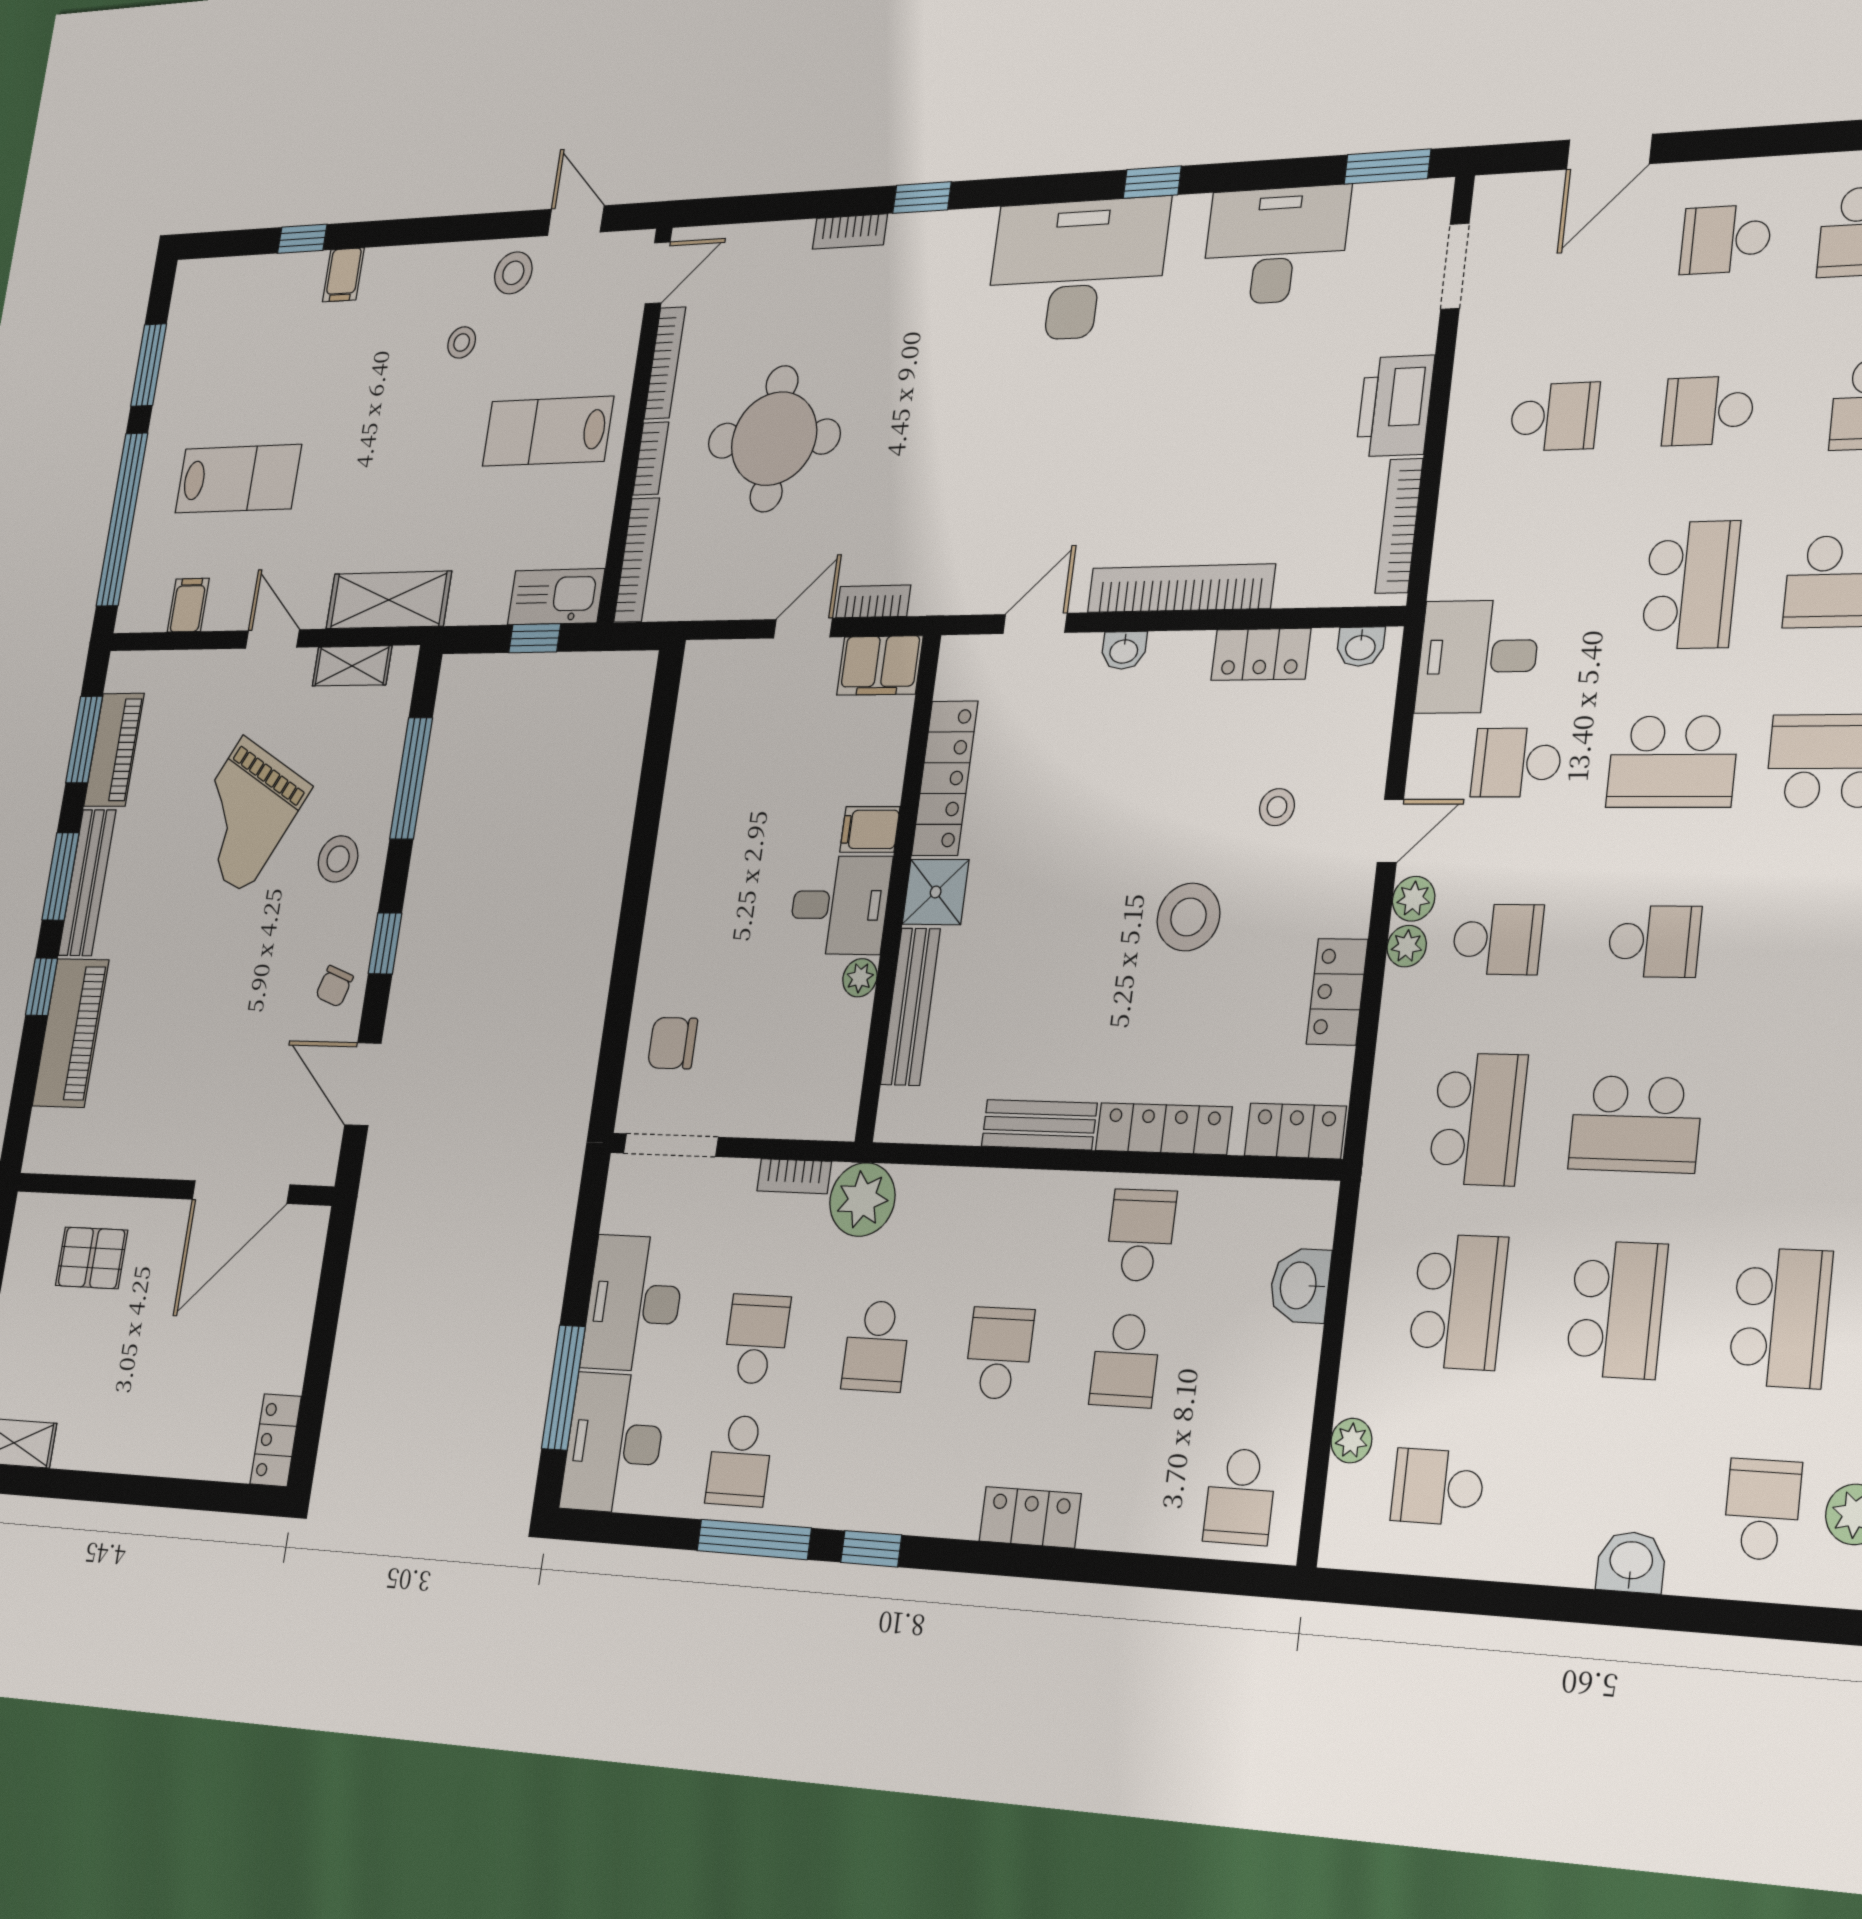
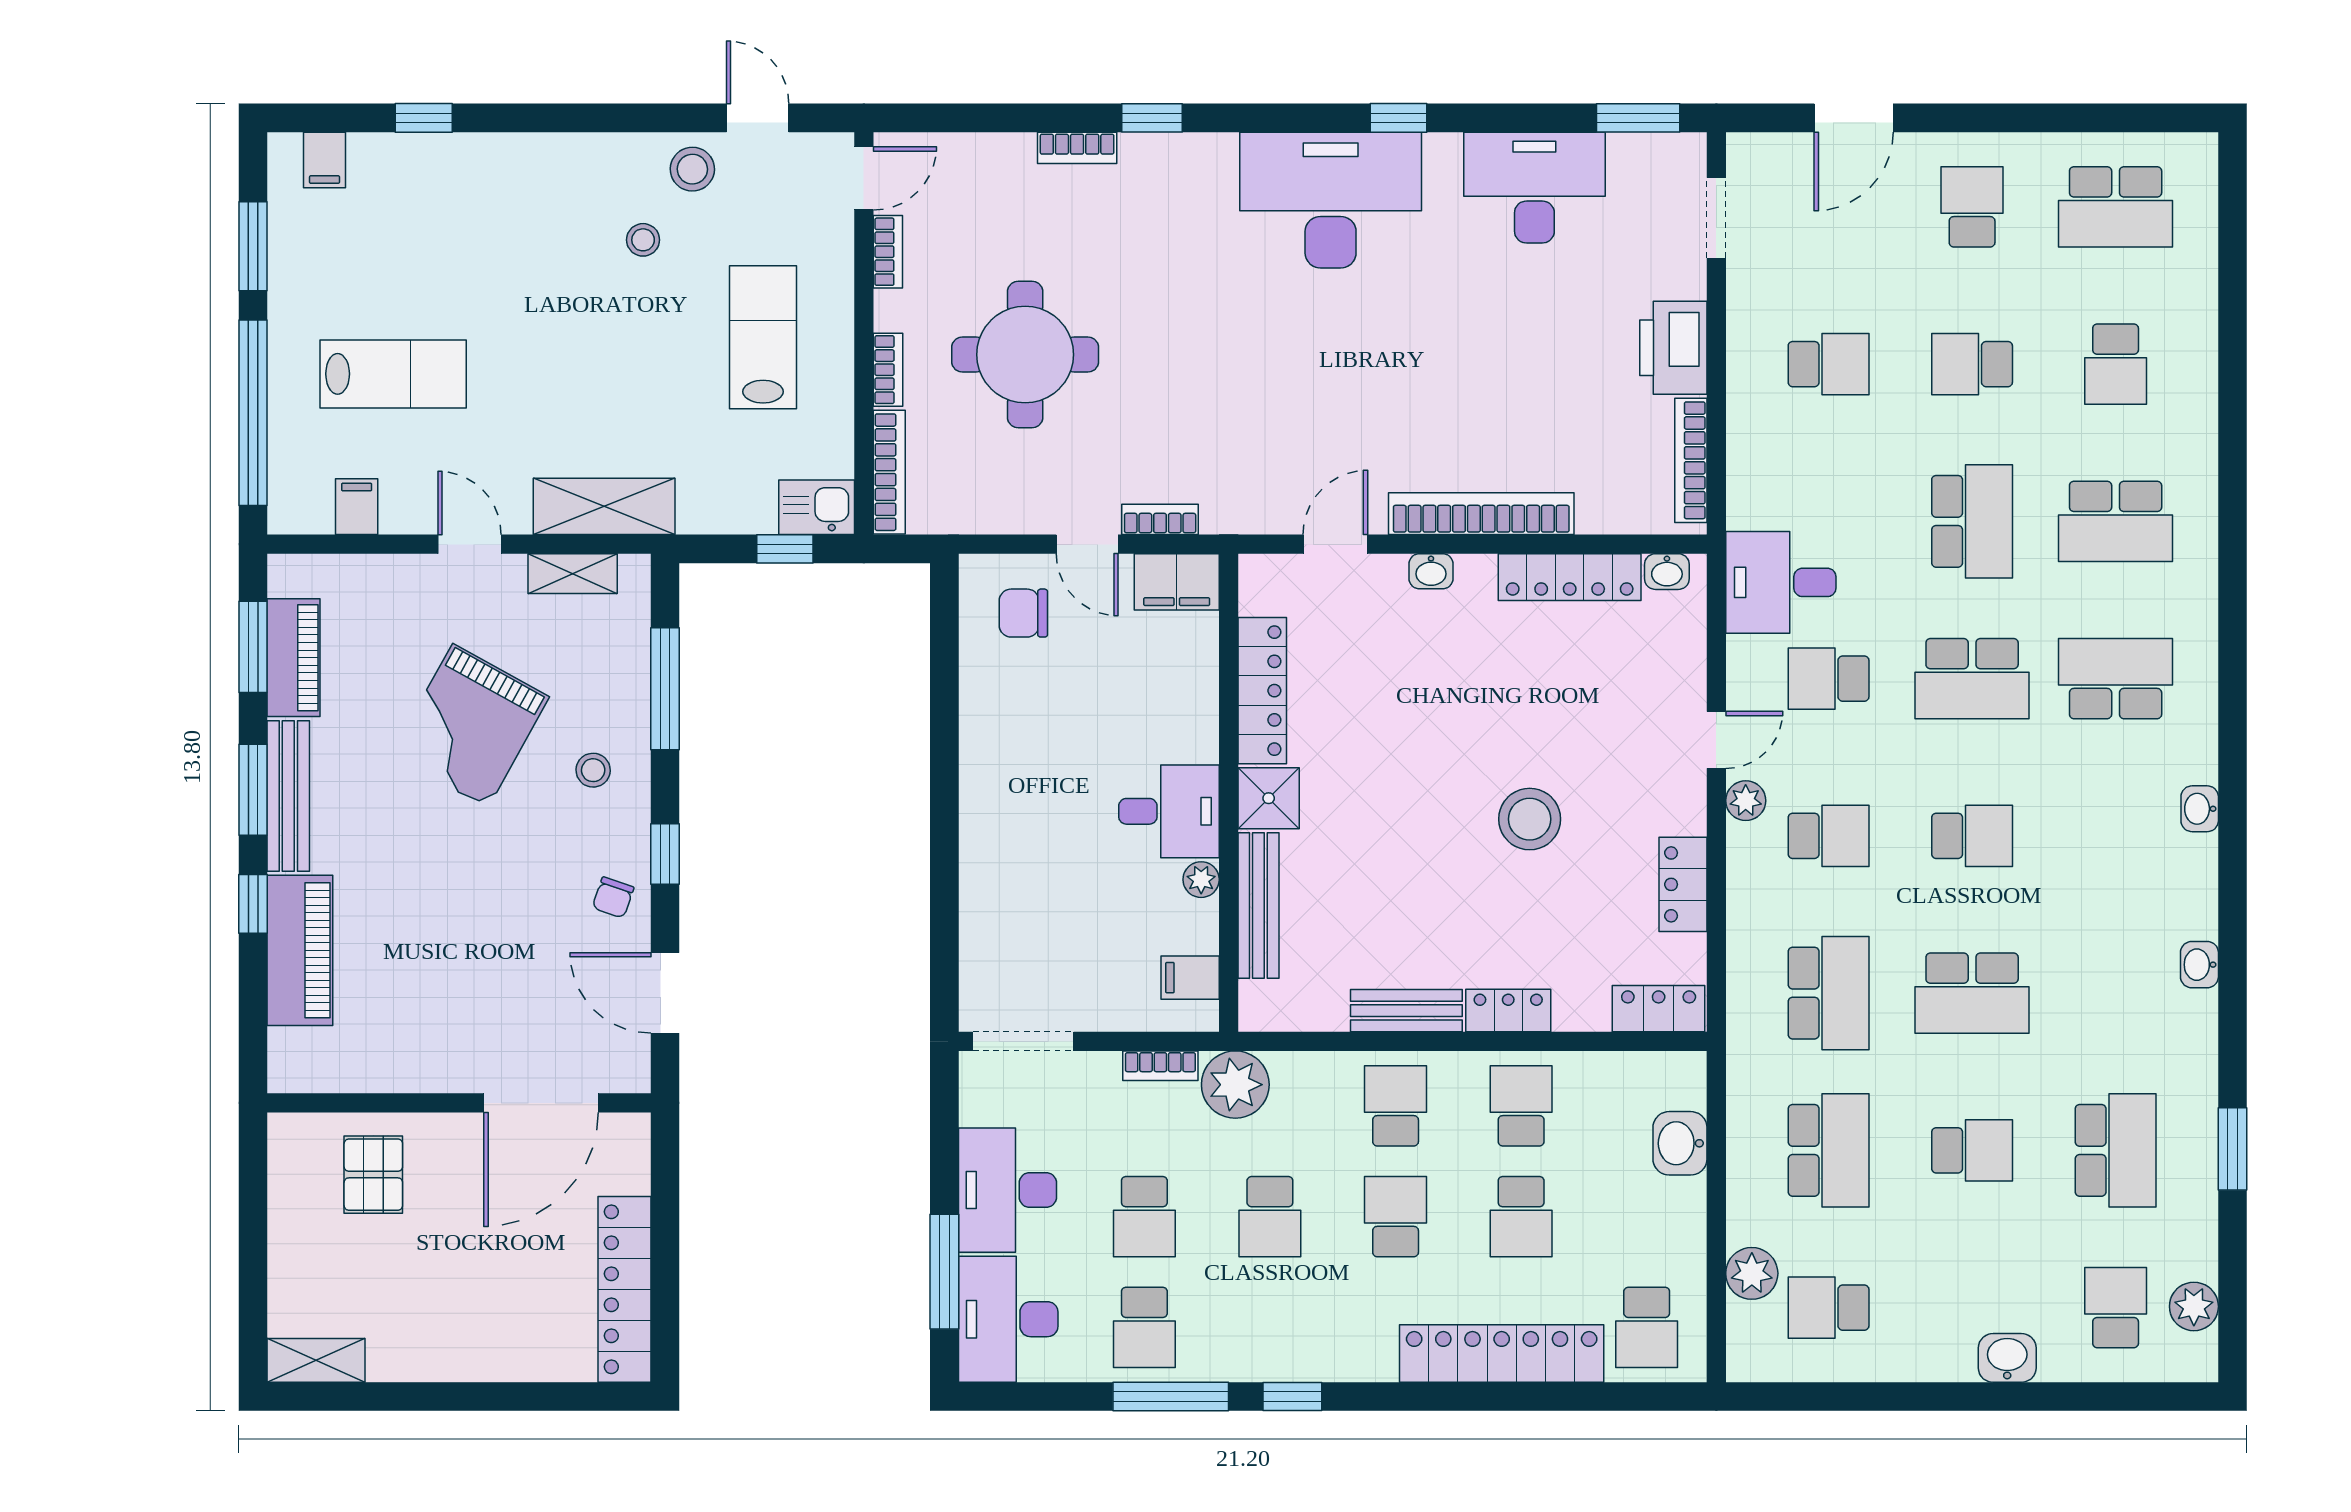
school desk: (1726, 239) -> (1972, 207), turned 90
filing cabinet: (343, 275) -> (325, 160), moved
bookcase: (665, 363) -> (888, 252), width x0.64
lab bench: (548, 431) -> (763, 337), turned 90
kitchen sink: (556, 597) -> (817, 507), width x0.73
door: (803, 628) -> (1087, 544), swing flipped
locker: (1261, 654) -> (1570, 577), width x1.53
stool: (1277, 807) -> (1604, 718), removed
filing cabinet: (870, 829) -> (1190, 978), moved
stool: (338, 859) -> (593, 770), width x0.73, depth x0.73
plant: (1407, 946) -> (1744, 843), removed
chair: (673, 1043) -> (1023, 613), moved
locker: (1163, 1129) -> (1508, 1010), width x0.66
school desk: (1015, 1230) -> (1396, 1106), added
pallet: (92, 1258) -> (373, 1175), turned 90
school desk: (1617, 1310) -> (1972, 1150), width x0.54
school desk: (756, 1339) -> (1144, 1217), turned 180
locker: (276, 1440) -> (624, 1289), width x2.16, depth x1.21
plant: (1351, 1441) -> (1752, 1273), width x1.38, depth x1.38
locker: (1030, 1517) -> (1502, 1353), width x2.16, depth x1.21

